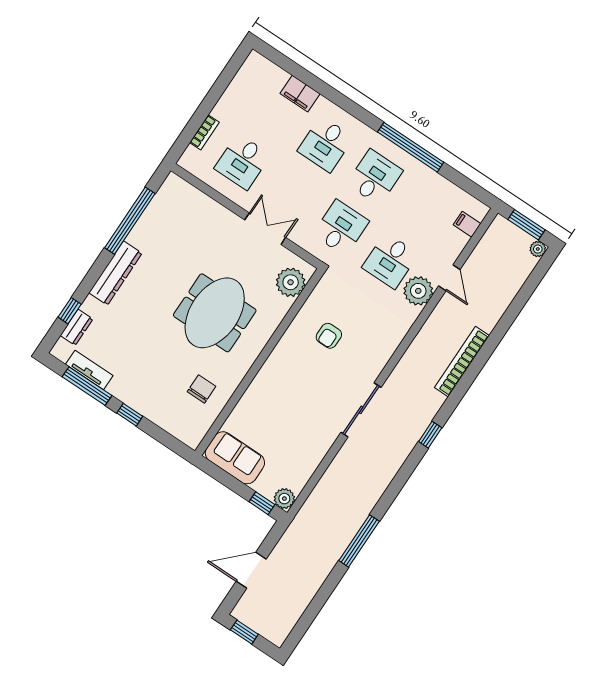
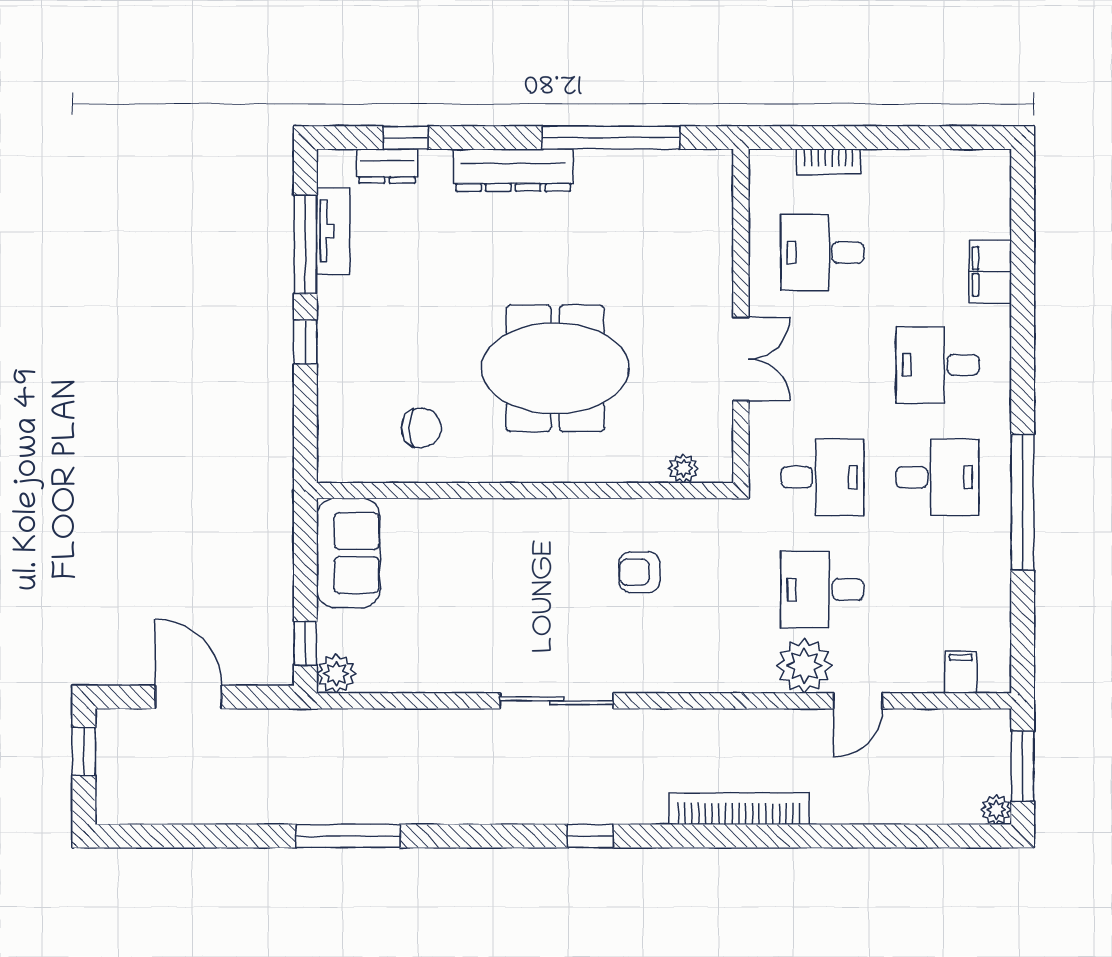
plant: (291, 282) -> (683, 468), width x0.53, depth x0.53

